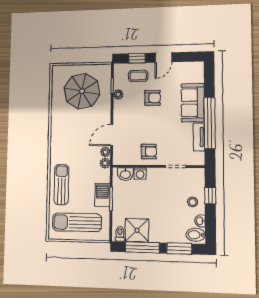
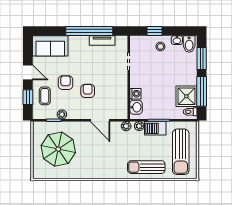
sofa: (193, 103) -> (50, 46), moved
plant: (105, 152) -> (139, 126), moved
armchair: (149, 152) -> (88, 91), moved

